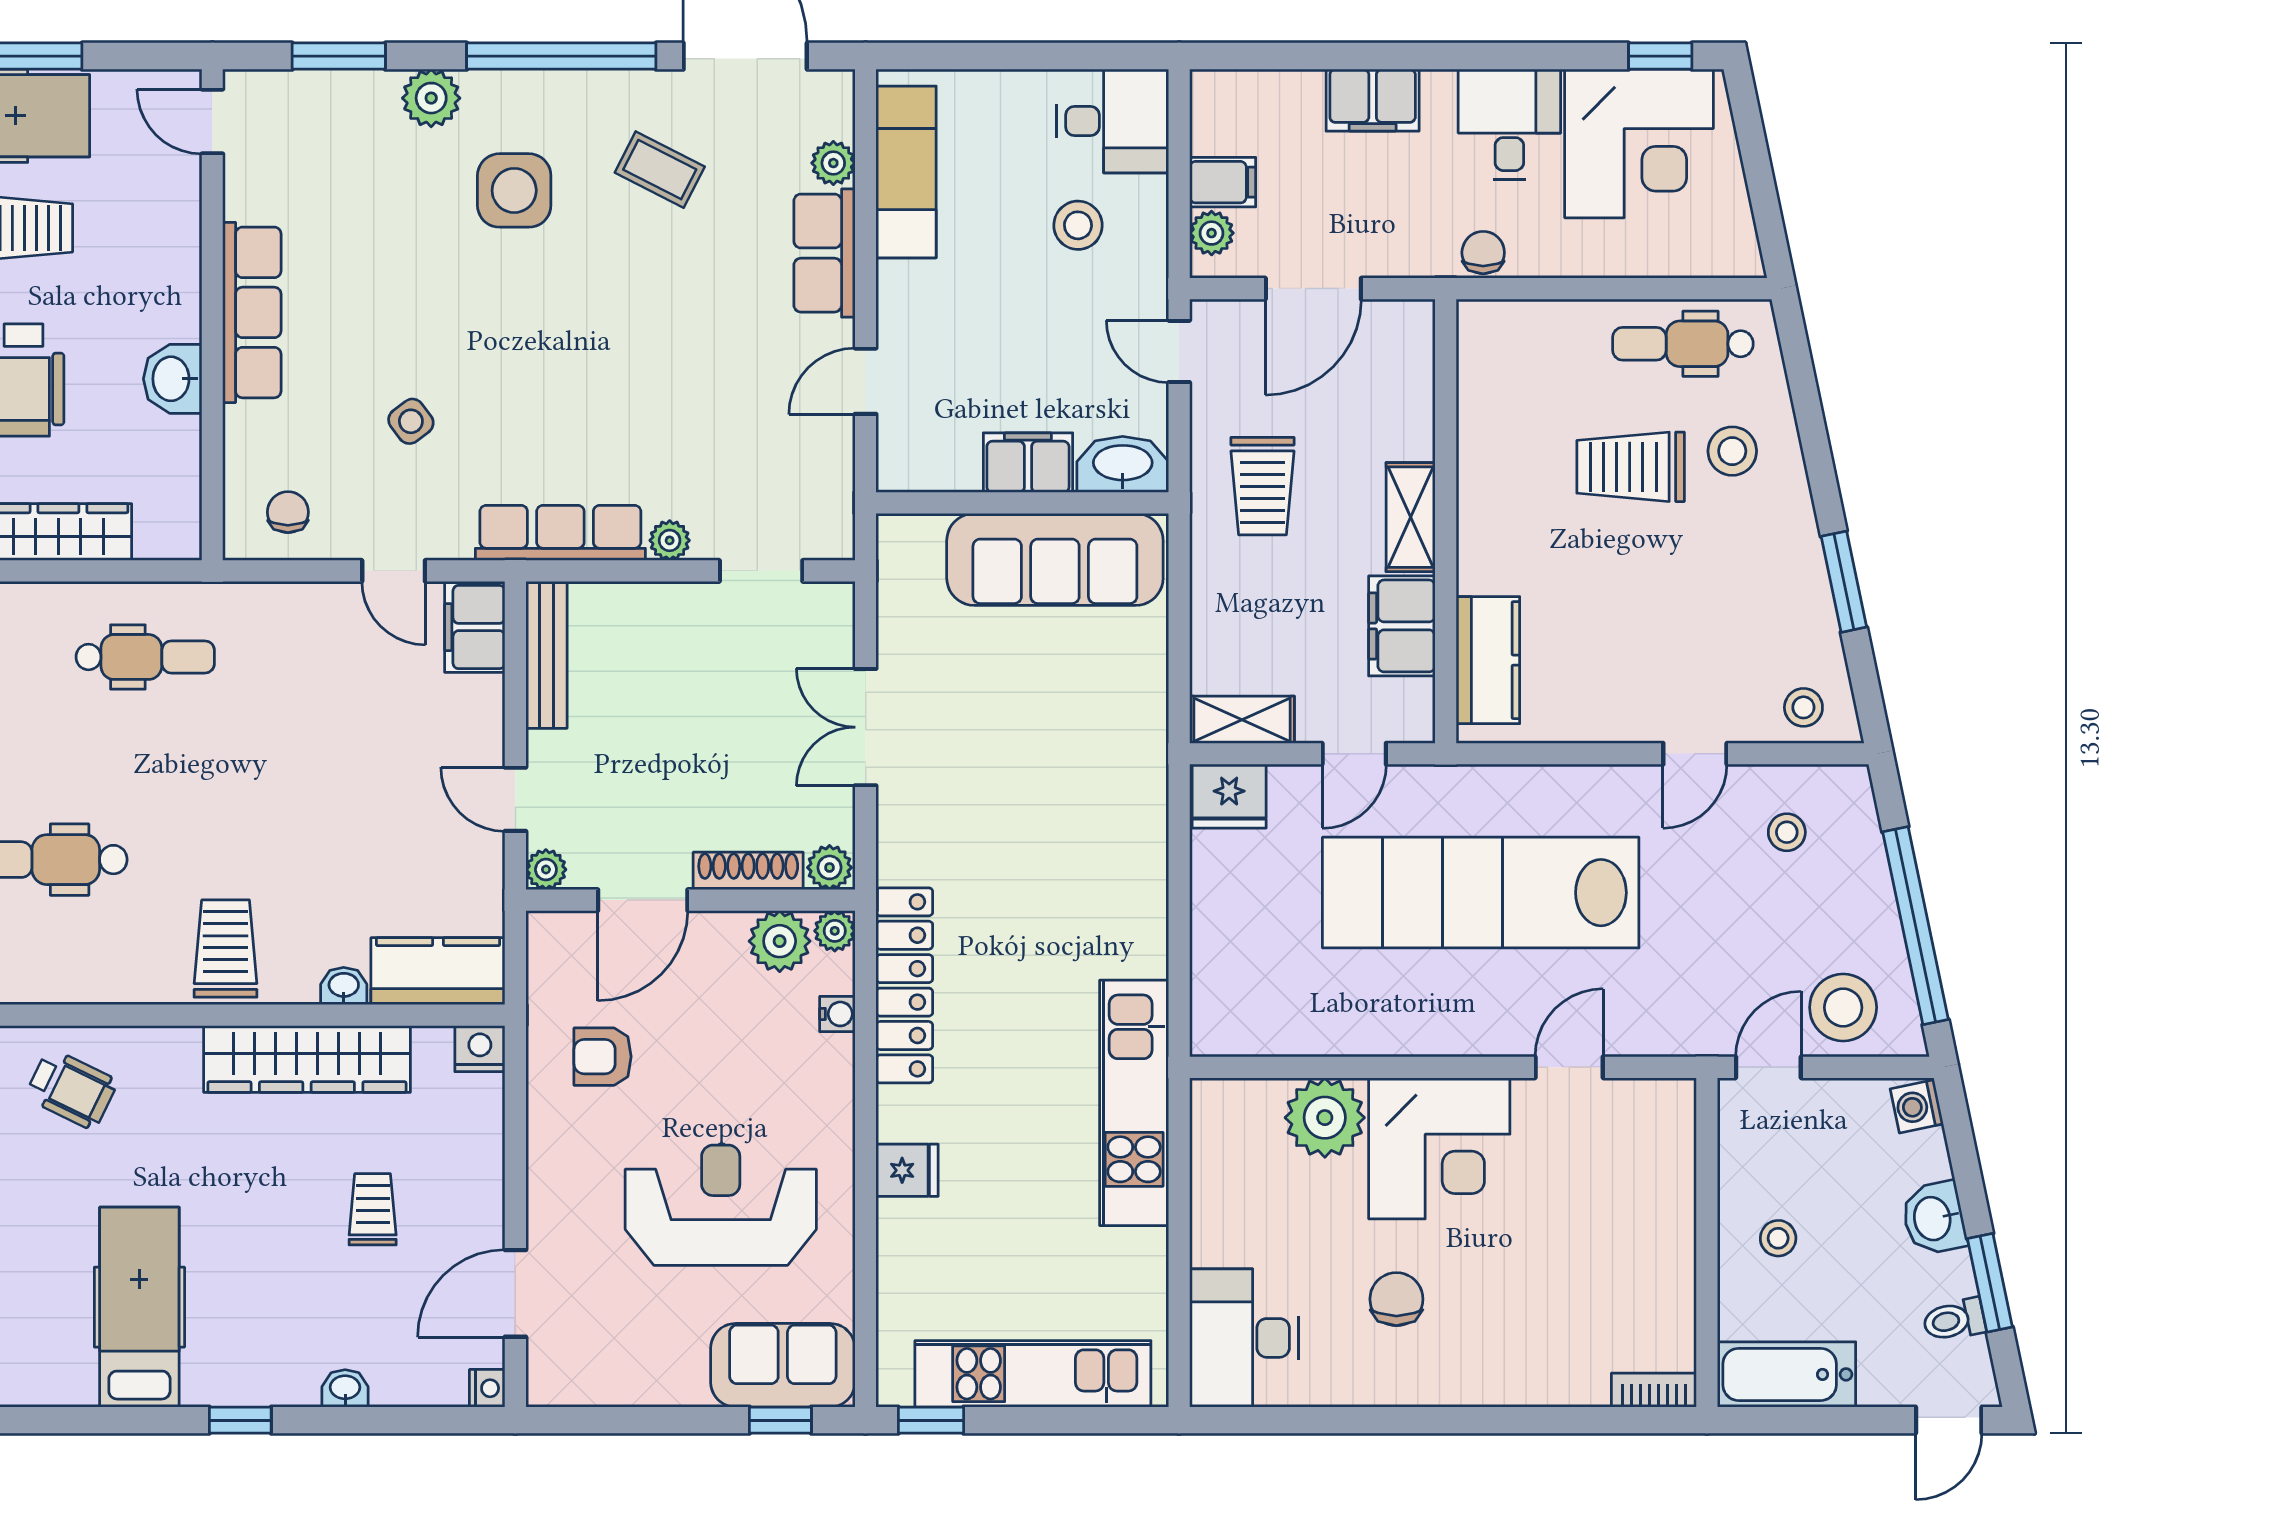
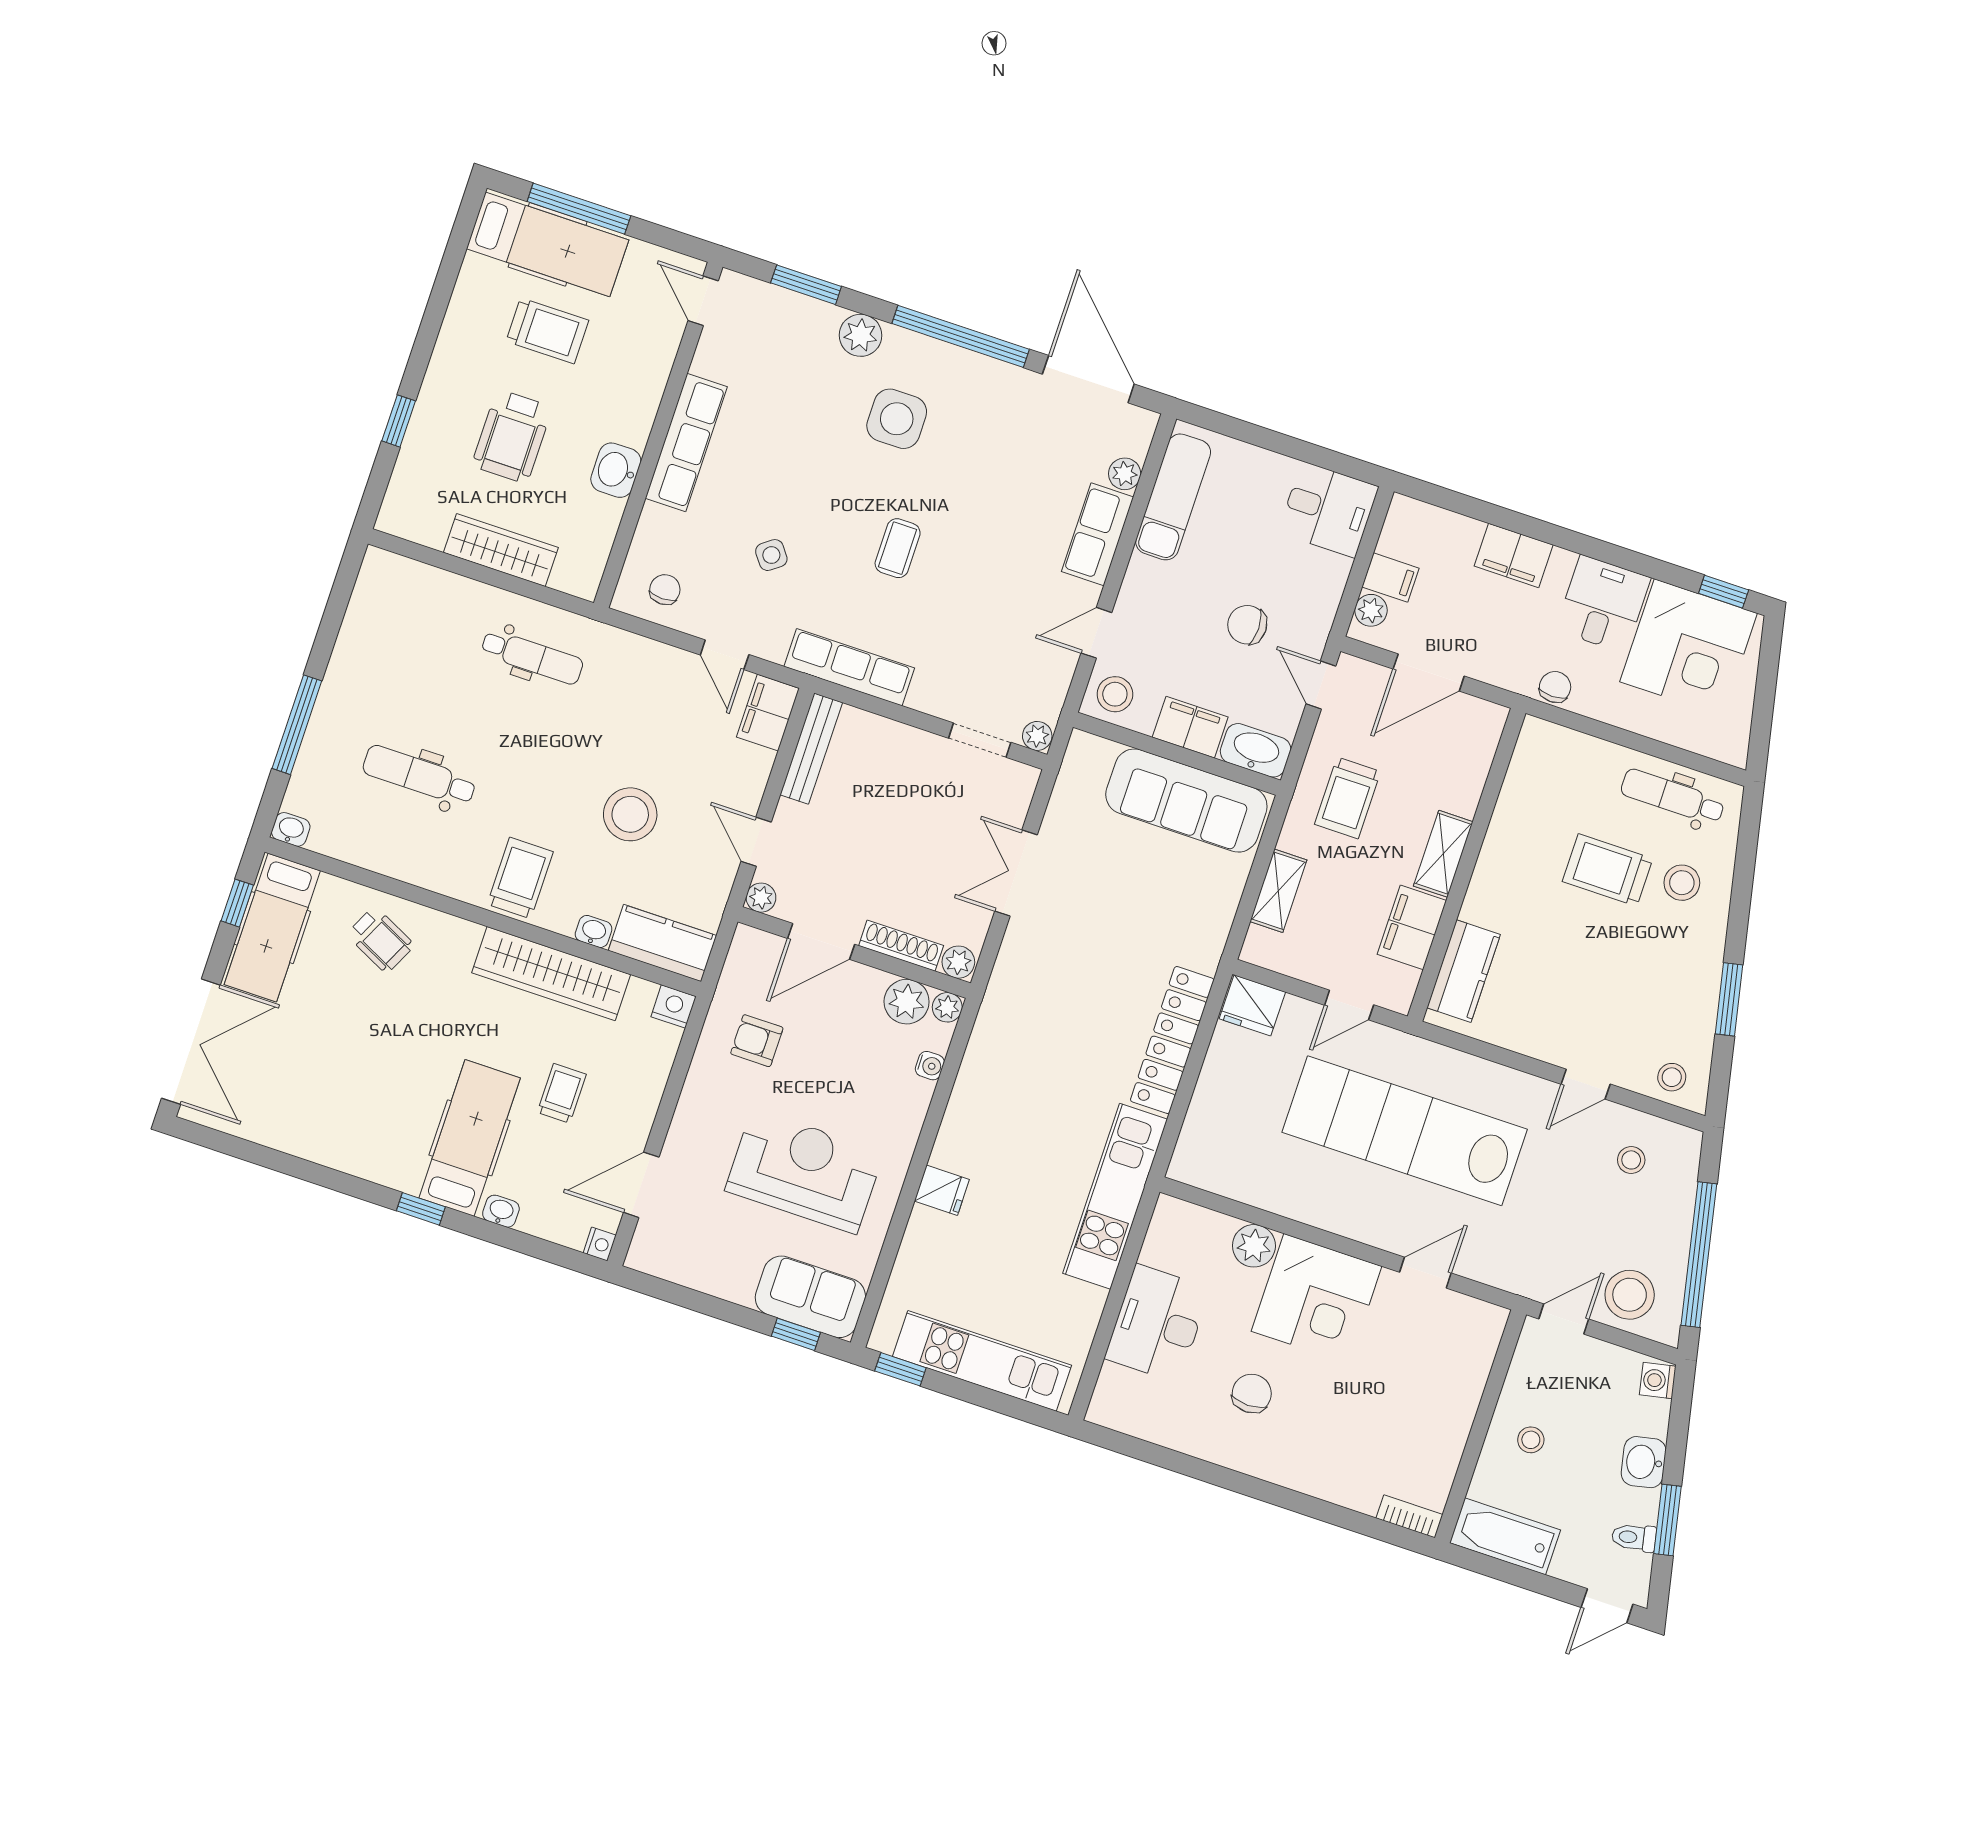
coffee table: (660, 170) -> (898, 548), moved, turned 63
stool: (1078, 225) -> (1115, 694), moved
chair: (1057, 305) -> (1247, 625), added
plant: (670, 540) -> (1037, 736), moved
shelving: (1242, 720) -> (1278, 891), moved, turned 90
stool: (340, 818) -> (630, 814), added
locker: (904, 985) -> (1172, 1040), moved, turned 180
plant: (1325, 1118) -> (1254, 1246), width x0.73, depth x0.73
hospital bed: (139, 1307) -> (470, 1138), moved
desk: (1244, 1338) -> (1157, 1323), moved

